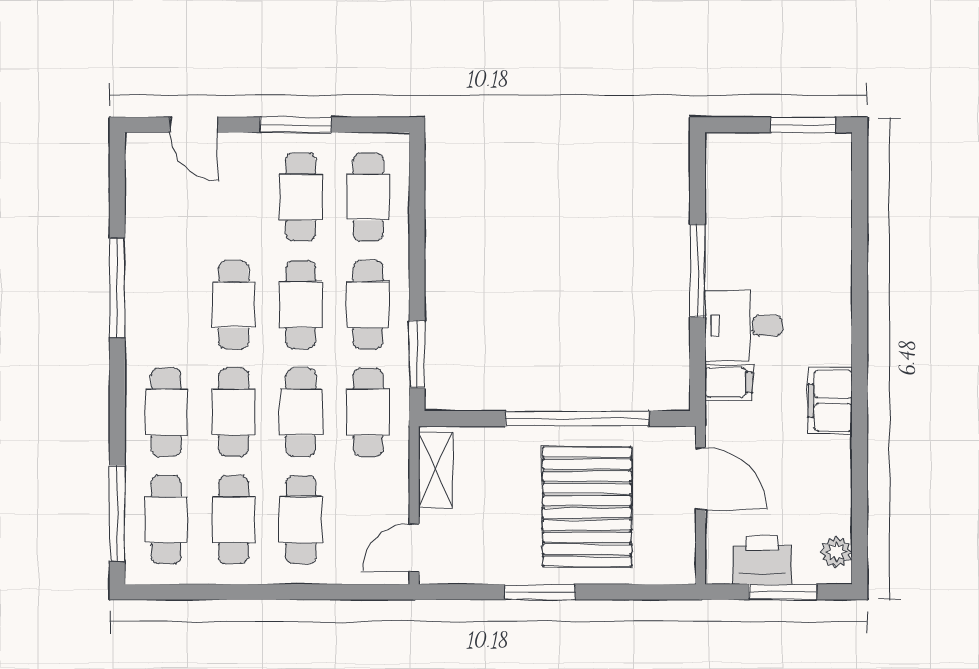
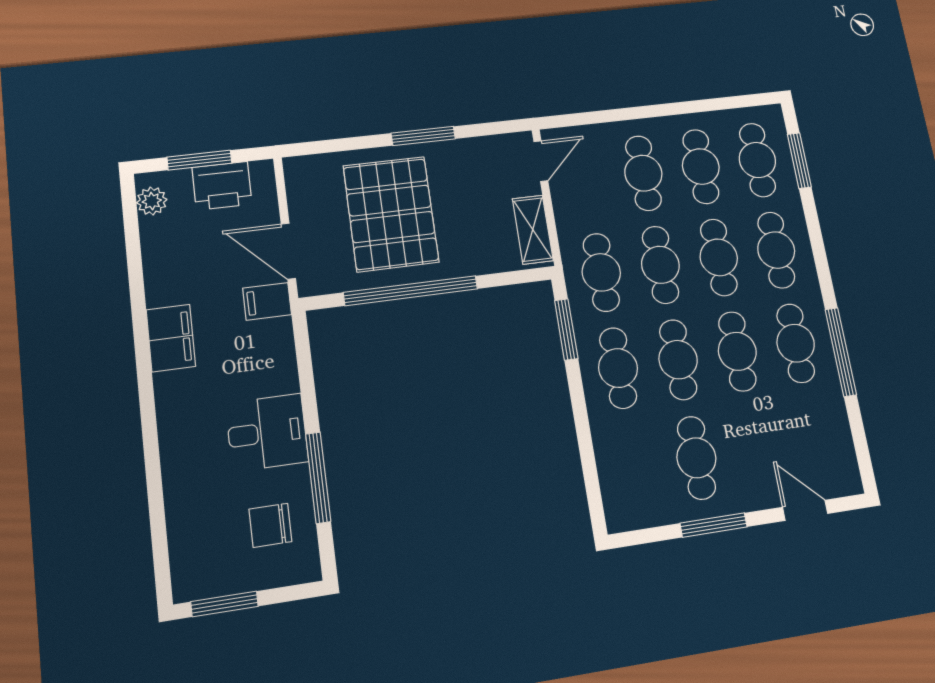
chair: (750, 195) -> (270, 525), added
cafe table: (368, 197) -> (796, 343), moved
window: (698, 271) -> (318, 478), moved
desk: (744, 326) -> (267, 433), moved
filing cabinet: (729, 382) -> (267, 301), moved
window: (117, 513) -> (799, 161), width x0.69

